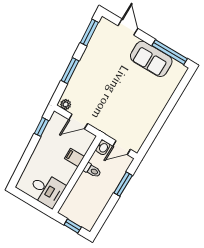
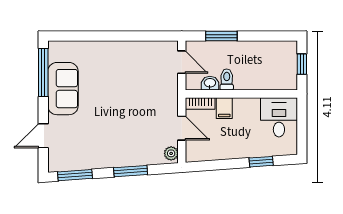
window: (42, 127) -> (261, 162), moved
bookcase: (87, 143) -> (200, 103), added
washbasin: (103, 147) -> (210, 83), moved

